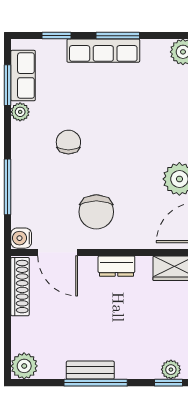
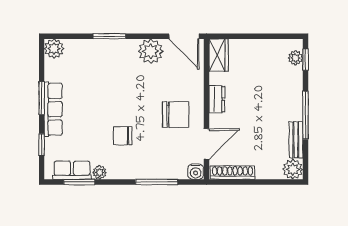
bench: (90, 370) -> (296, 140), moved

